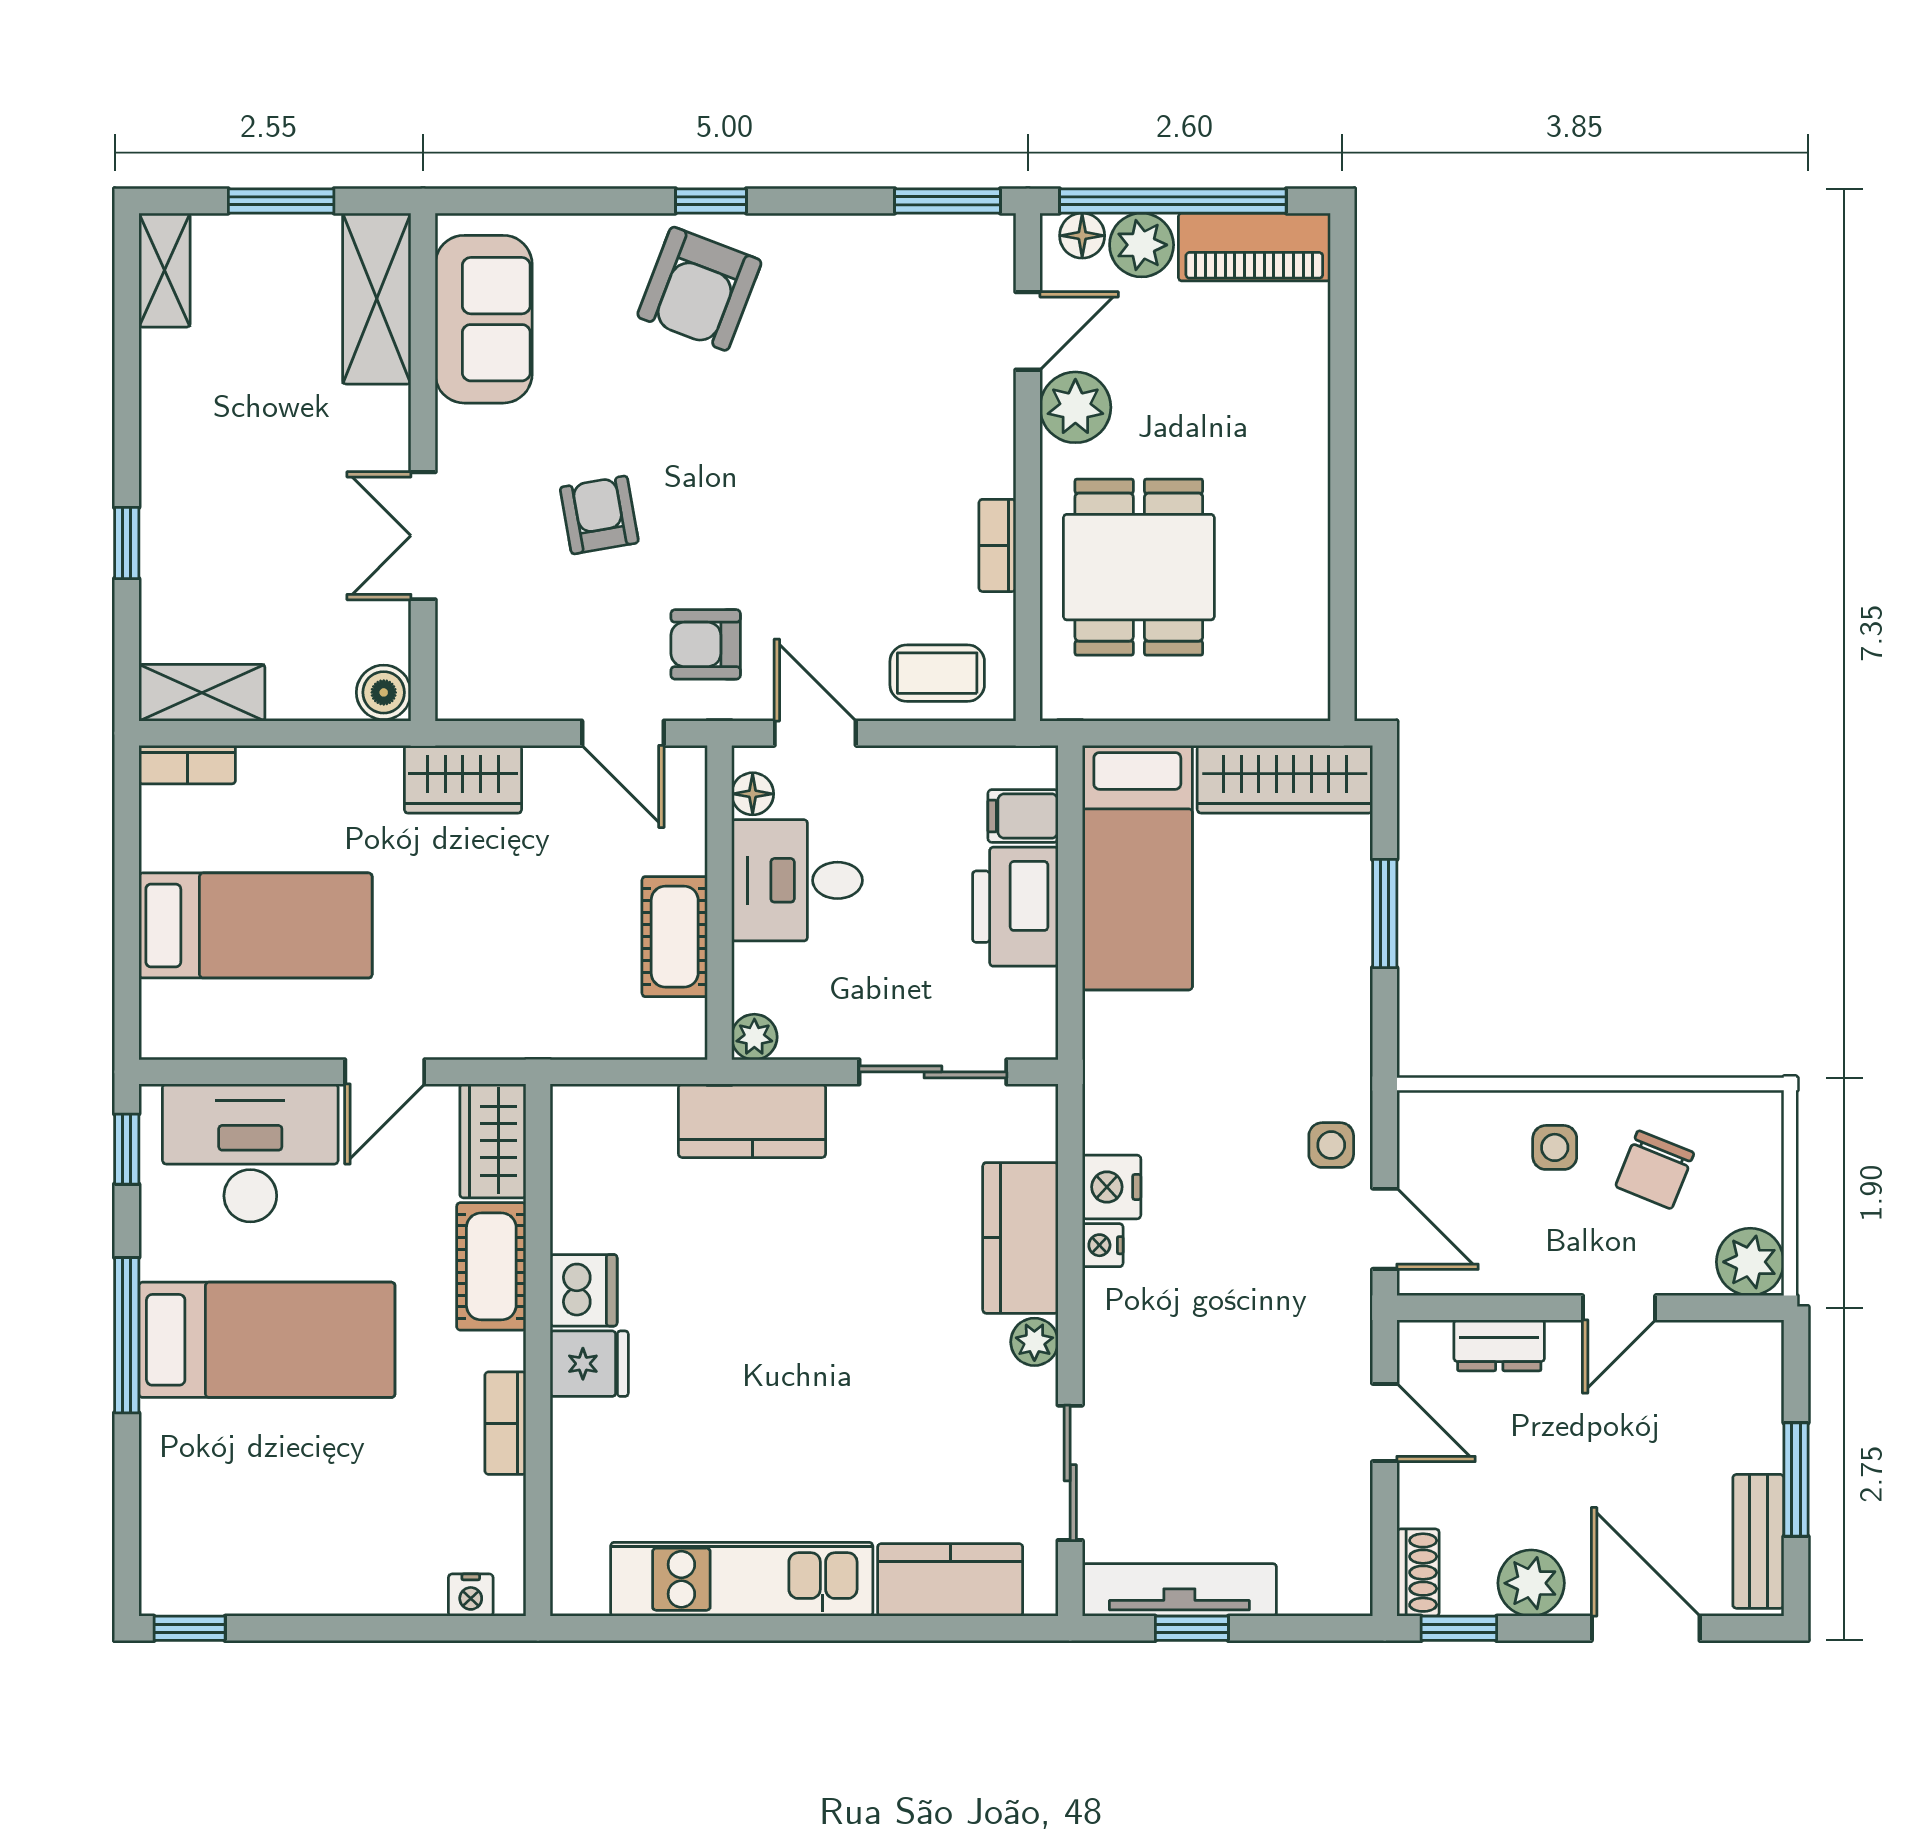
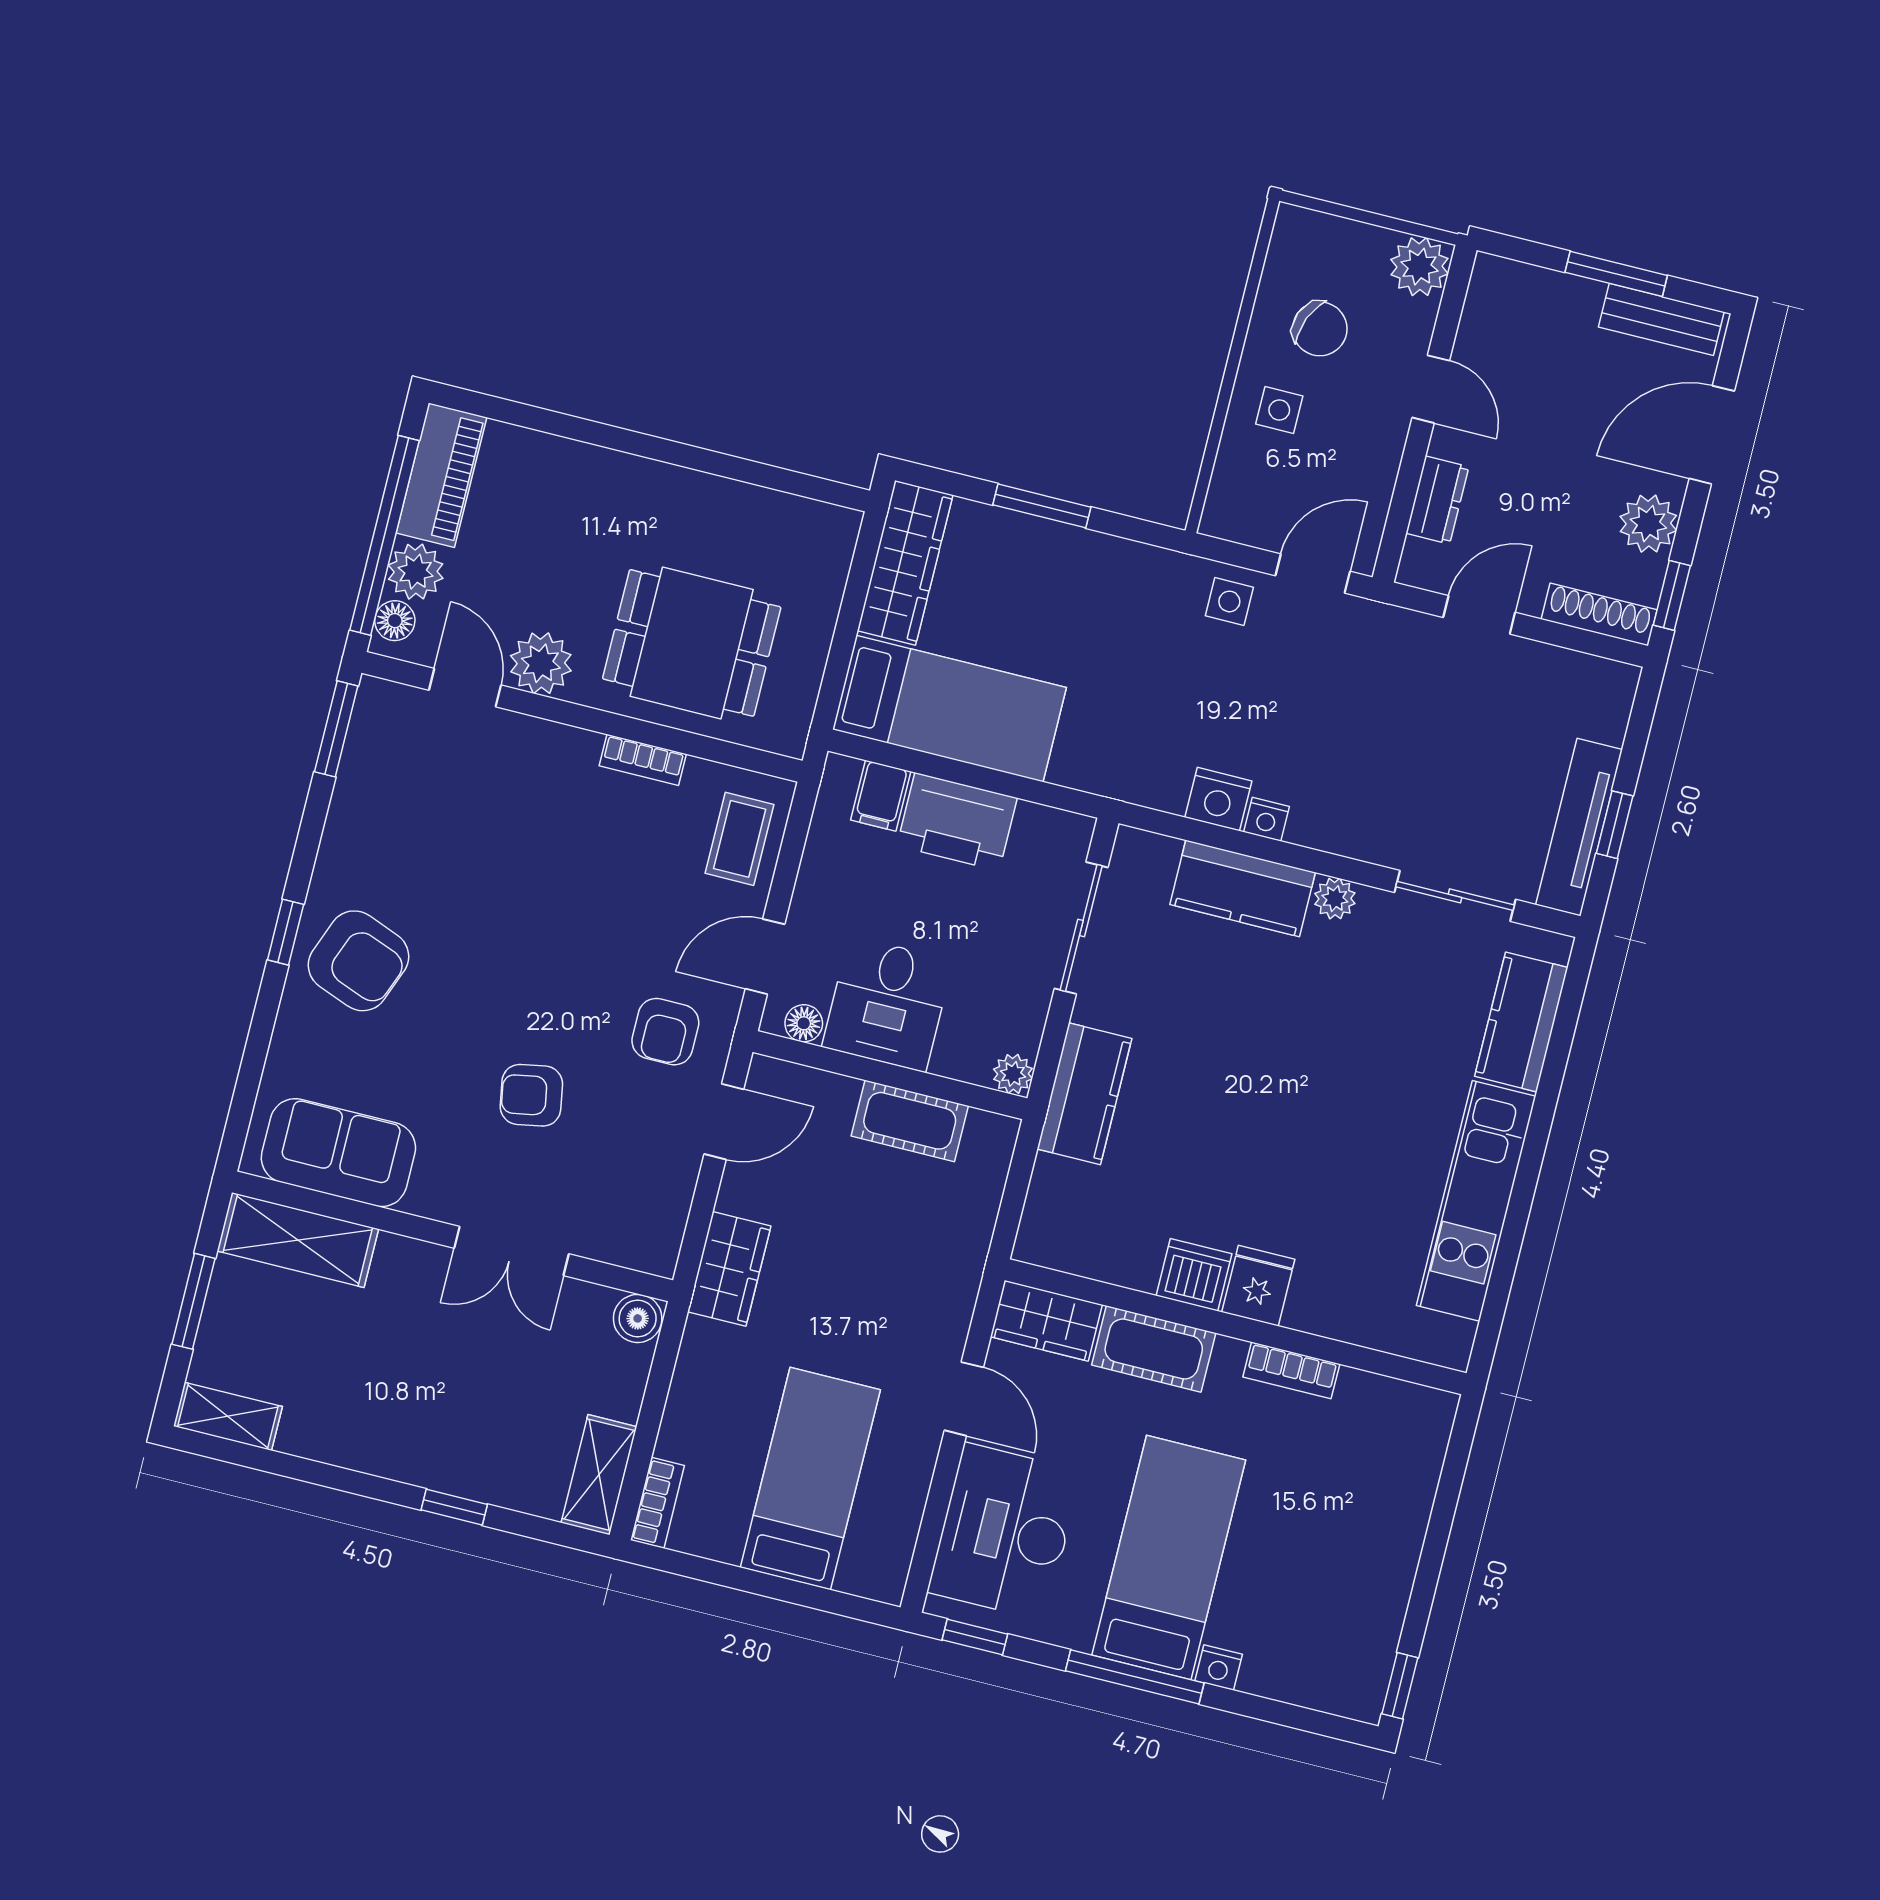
shoe rack: (1418, 1573) -> (1599, 614), width x1.43
nightstand: (471, 1595) -> (1219, 1667), moved, turned 90

